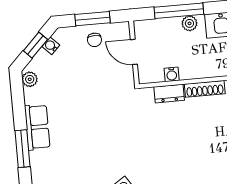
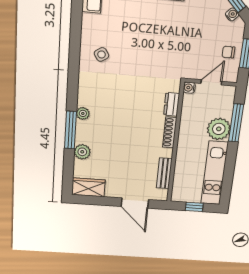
plant: (189, 23) -> (219, 129), width x1.88, depth x1.88
water cooler: (172, 74) -> (189, 88), moved

